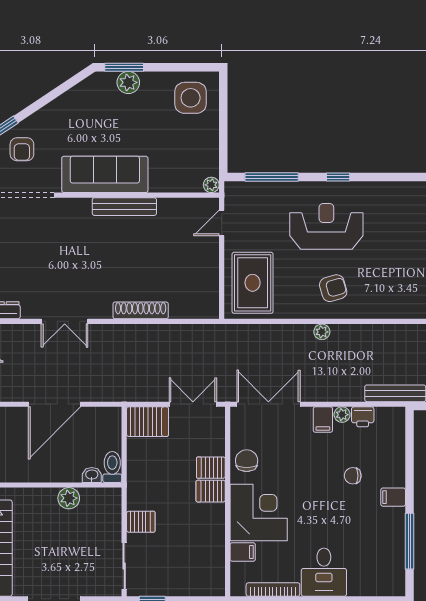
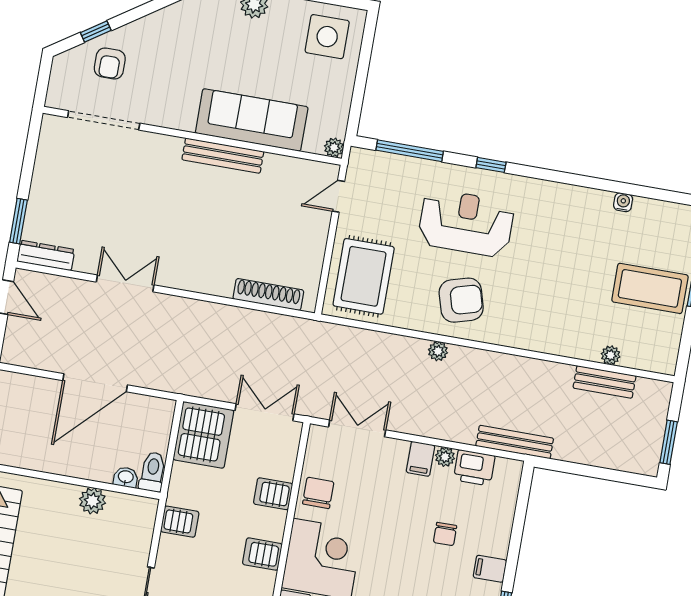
sofa: (105, 174) -> (252, 120), moved
armchair: (333, 288) -> (461, 300), width x1.38, depth x1.38
shoe rack: (141, 310) -> (268, 295), moved
double door: (65, 321) -> (125, 283), swing flipped
double door: (268, 404) -> (357, 428), width x0.73
printer: (363, 417) -> (474, 468), width x1.36, depth x1.24
server rack: (148, 422) -> (203, 435), width x1.60
chair: (353, 476) -> (445, 534), turned -90
server rack: (211, 491) -> (262, 554), moved
server rack: (141, 522) -> (180, 522), moved

